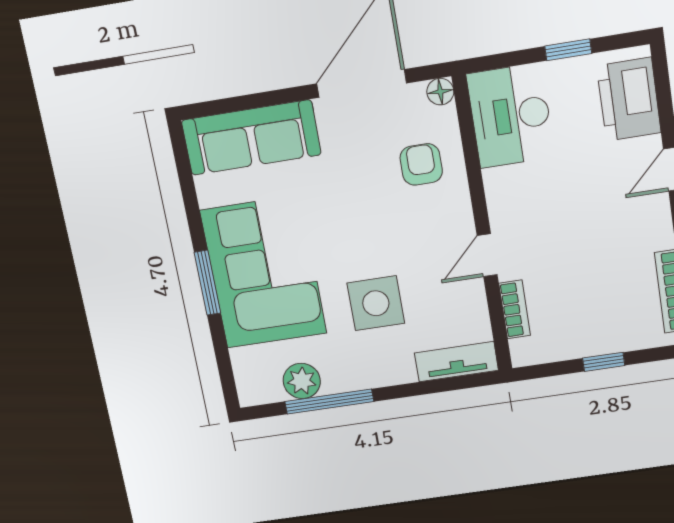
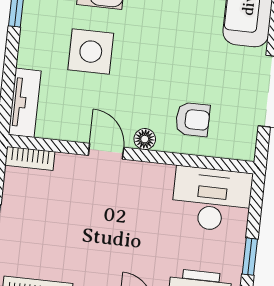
floor lamp: (440, 92) -> (145, 139), moved
bookcase: (515, 309) -> (30, 158), moved

